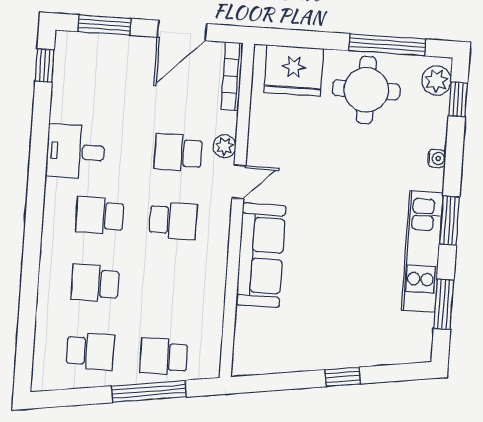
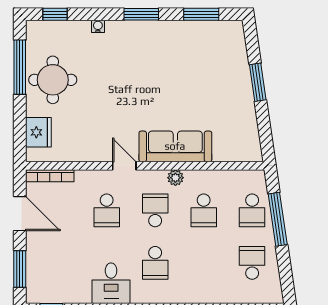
fridge: (294, 71) -> (38, 132), width x0.73, depth x0.75
plant: (436, 81) -> (43, 30), removed
plant: (225, 146) -> (175, 178), moved
kitchen unit: (422, 252) -> (165, 32), removed
school desk: (95, 283) -> (204, 210), moved
window: (343, 377) -> (258, 82), width x1.50

